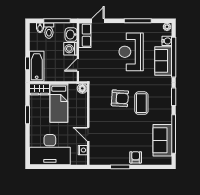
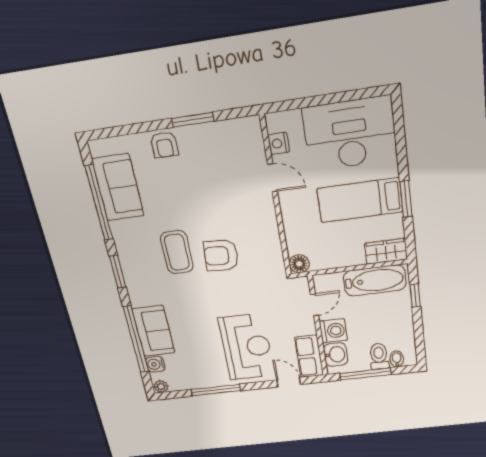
door: (98, 21) -> (289, 382), swing flipped
reception desk: (131, 52) -> (247, 347), moved
bathtub: (37, 66) -> (375, 280), moved, turned -90
bed: (59, 103) -> (360, 200), moved, turned -90

